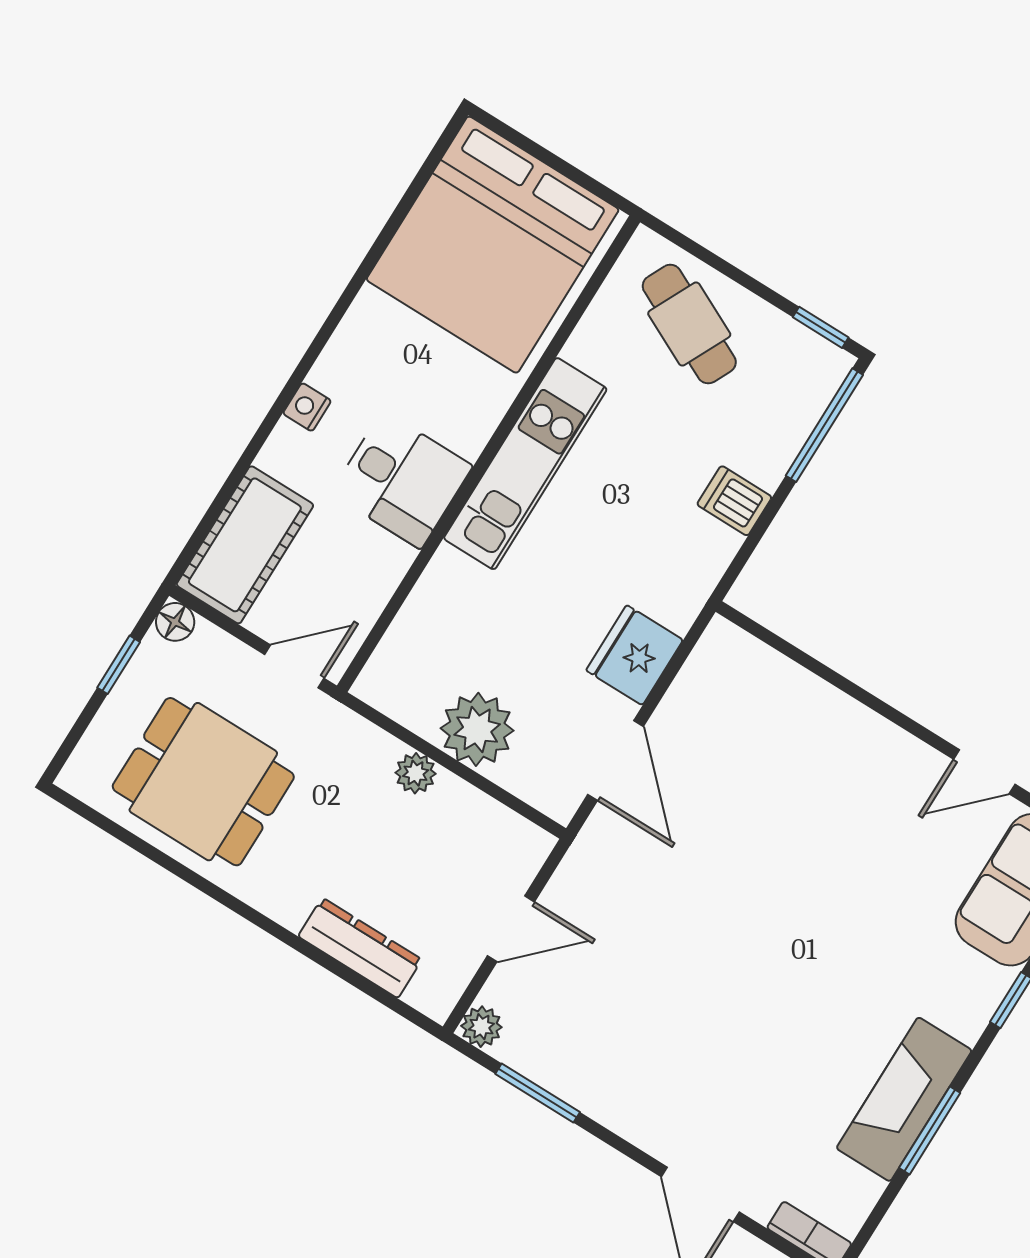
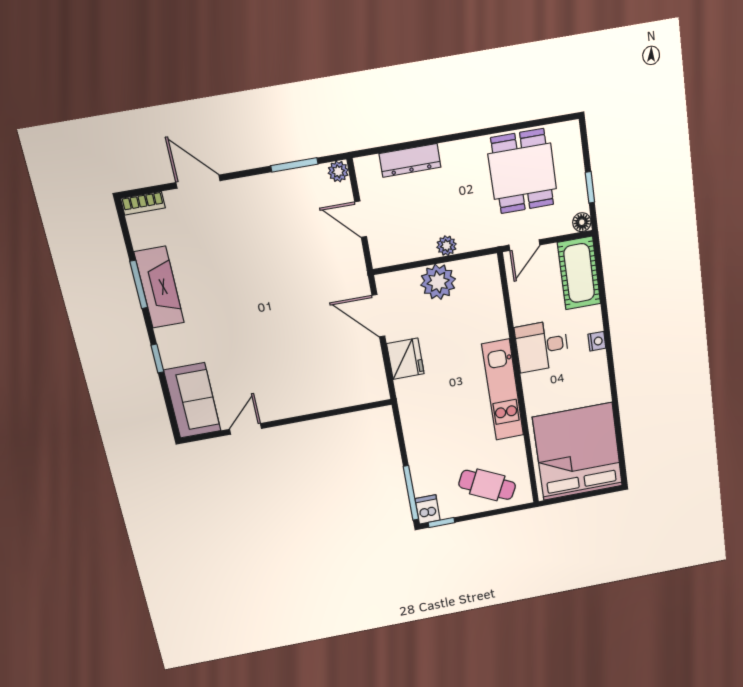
dishwasher: (734, 501) -> (428, 509), moved, turned -90
dining table: (203, 782) -> (522, 171), turned 90
door: (511, 929) -> (361, 219), hinge flipped

